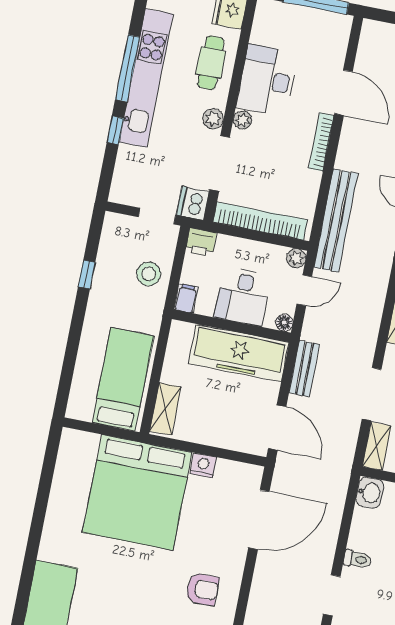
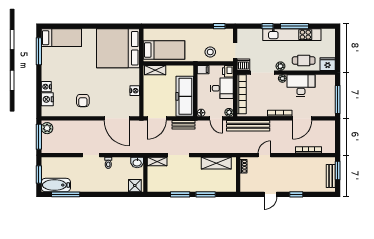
window: (87, 274) -> (219, 26), moved
desk: (243, 297) -> (222, 88), moved, turned 180
bed: (137, 492) -> (118, 48), moved

